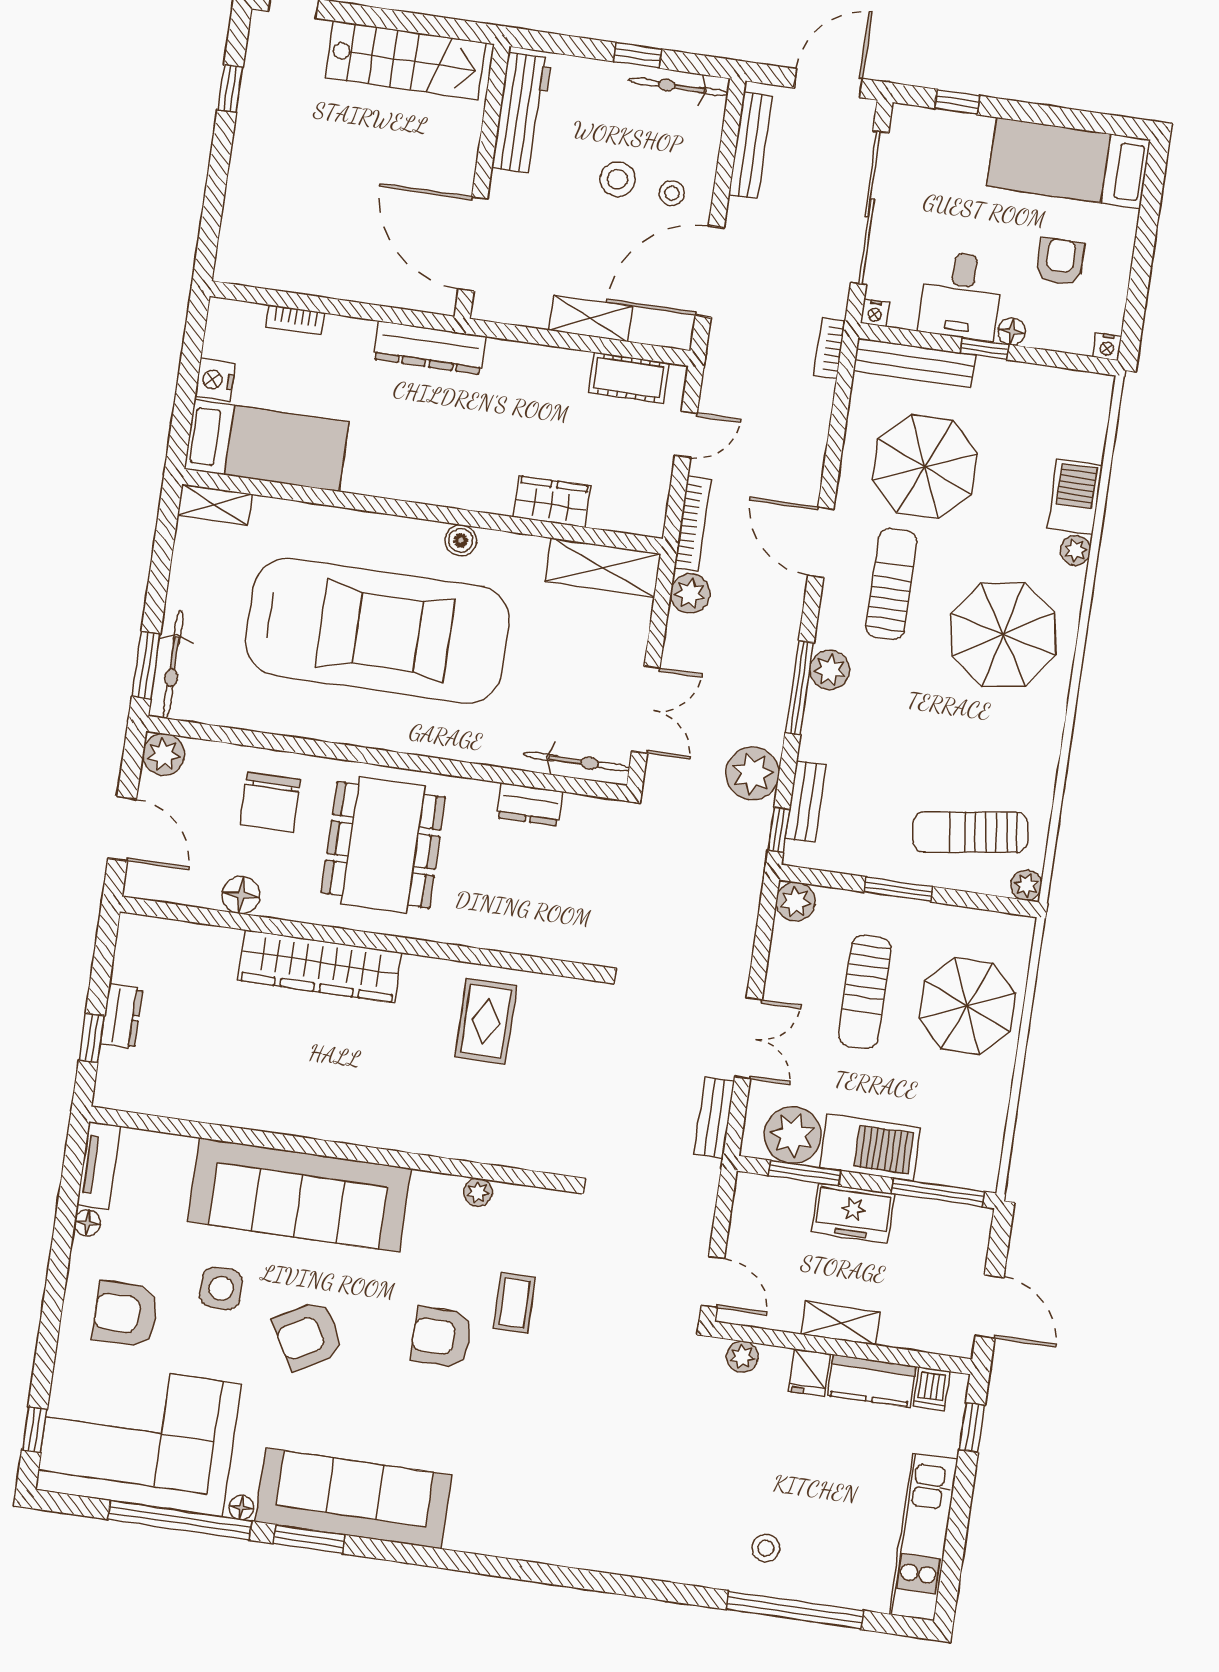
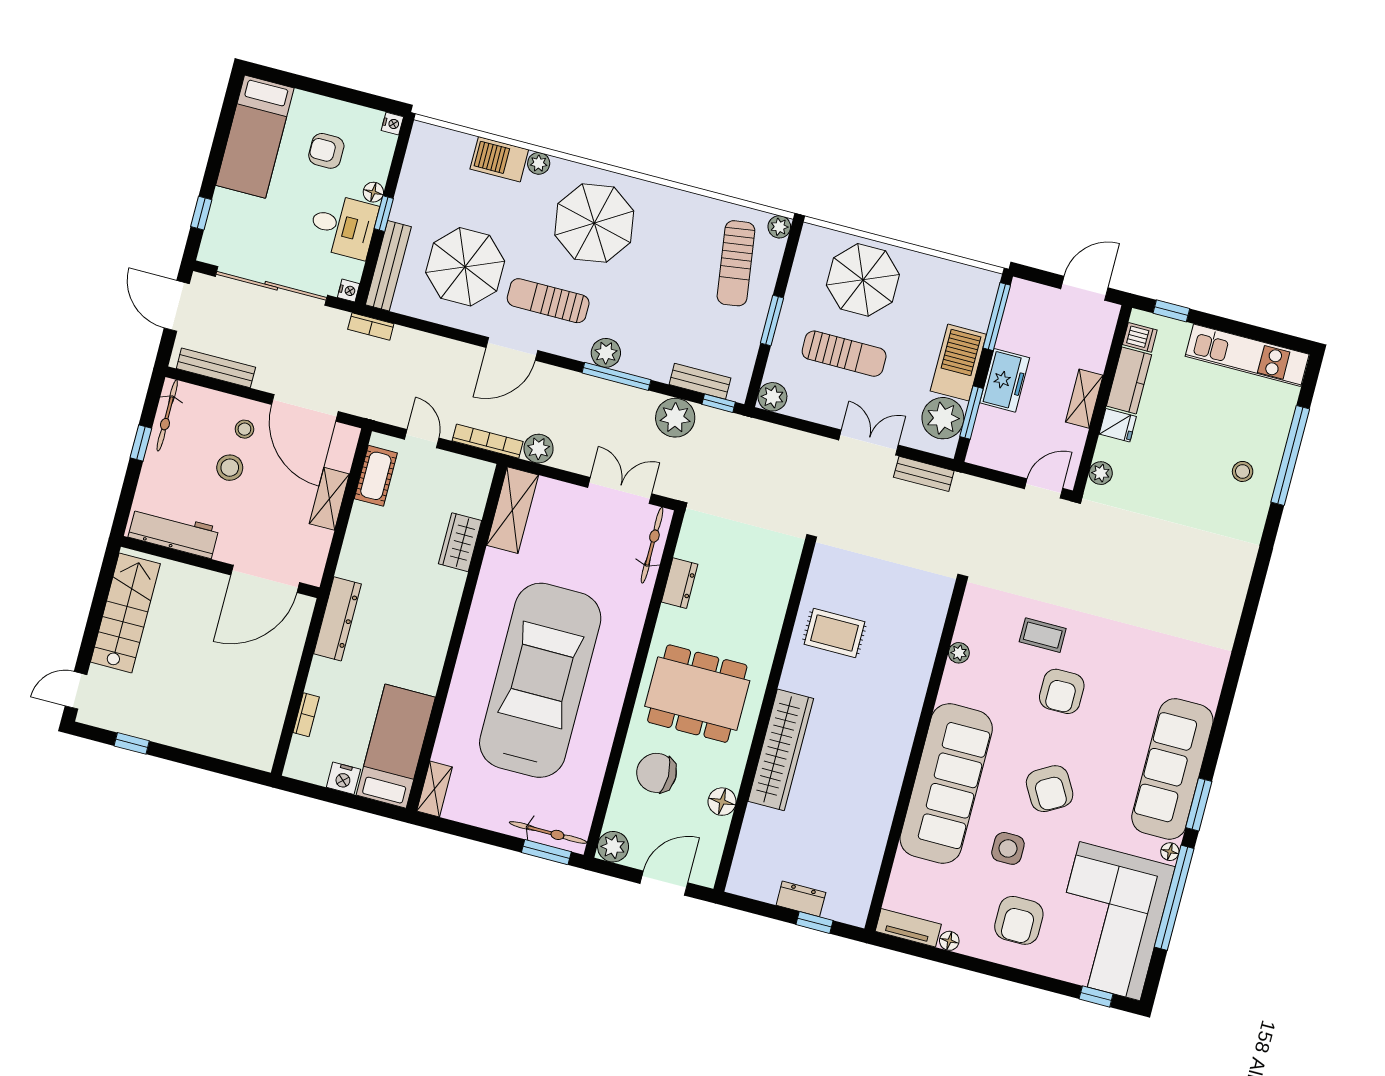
boiler: (461, 540) -> (481, 612), removed
chair: (270, 802) -> (657, 773), turned 180

